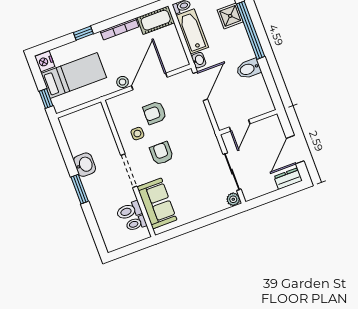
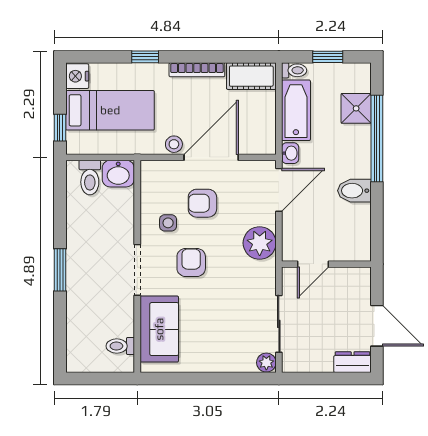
plant: (201, 125) -> (260, 243), added
door: (295, 150) -> (377, 326), swing flipped
washbasin: (85, 165) -> (118, 174), moved, turned 90
toilet: (129, 211) -> (90, 178), moved, turned -90

